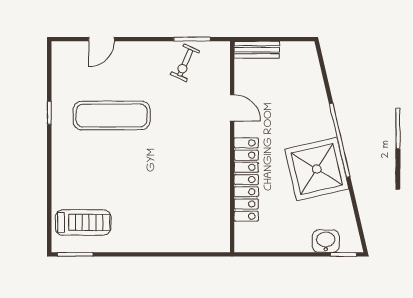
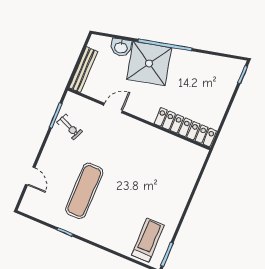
bench: (257, 50) -> (83, 70), width x1.36
shower: (317, 169) -> (149, 63), moved
locker: (246, 180) -> (185, 127), moved
washbasin: (326, 241) -> (121, 47), moved, turned -103

